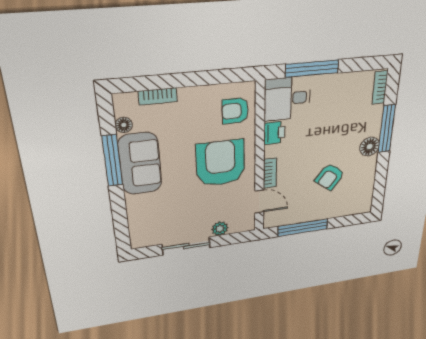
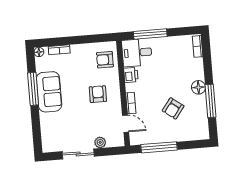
floor lamp: (124, 125) -> (39, 52), moved
window: (387, 129) -> (211, 101), moved
armchair: (220, 163) -> (98, 94), width x0.53, depth x0.53

